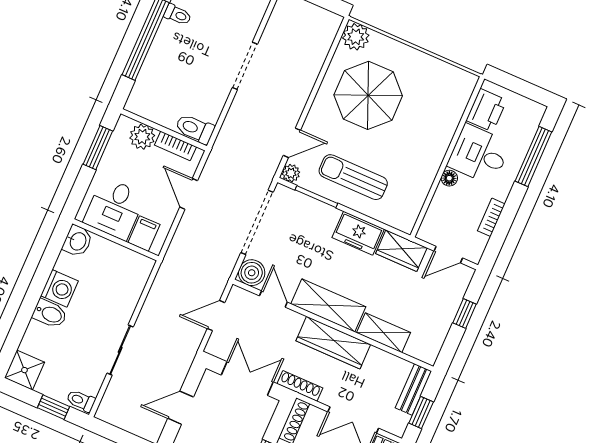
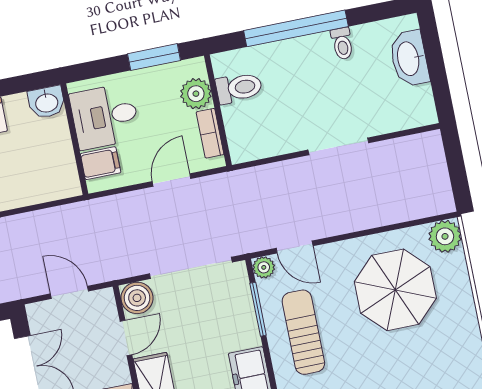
toilet: (195, 129) -> (239, 88), moved, turned 90

